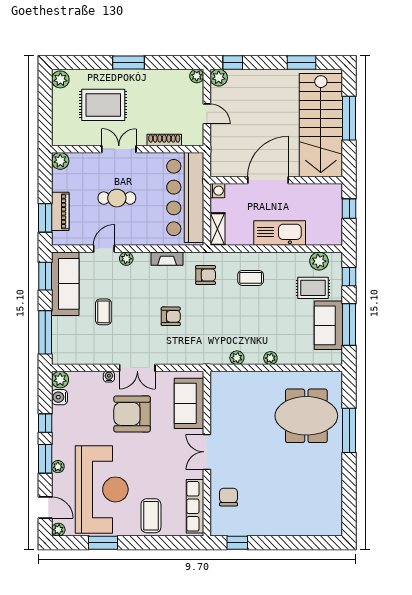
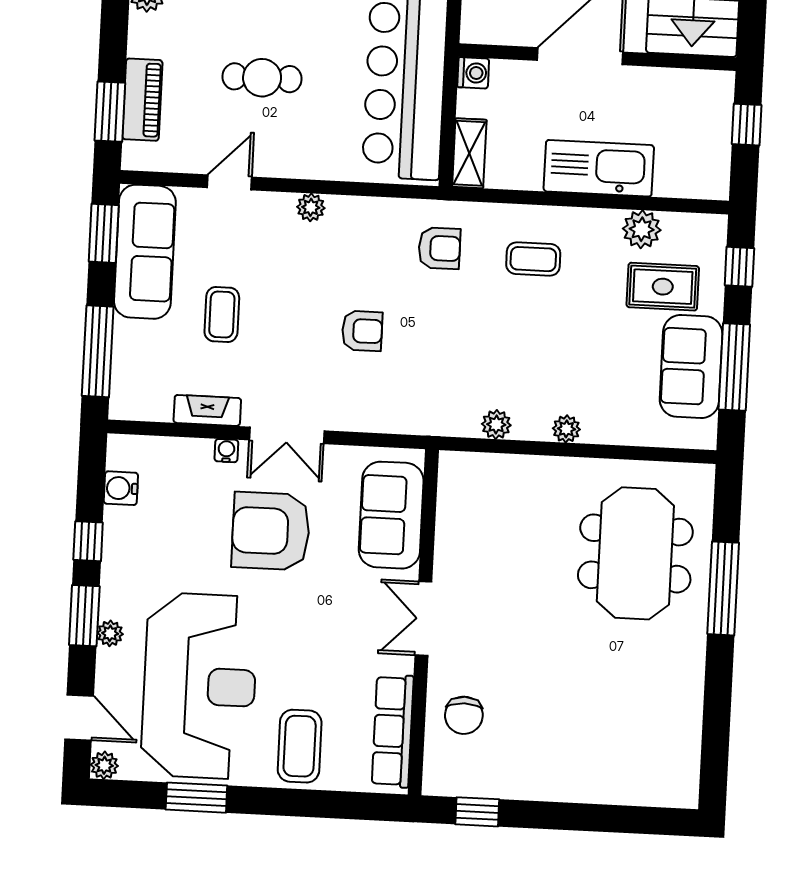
plant: (126, 259) -> (311, 207), moved
fireplace: (167, 259) -> (207, 410), moved, turned 180
plant: (319, 261) -> (642, 229), moved
plant: (60, 380) -> (124, 452), removed
meeting table: (306, 416) -> (635, 553), turned 90
chair: (228, 497) -> (464, 715), turned 180

